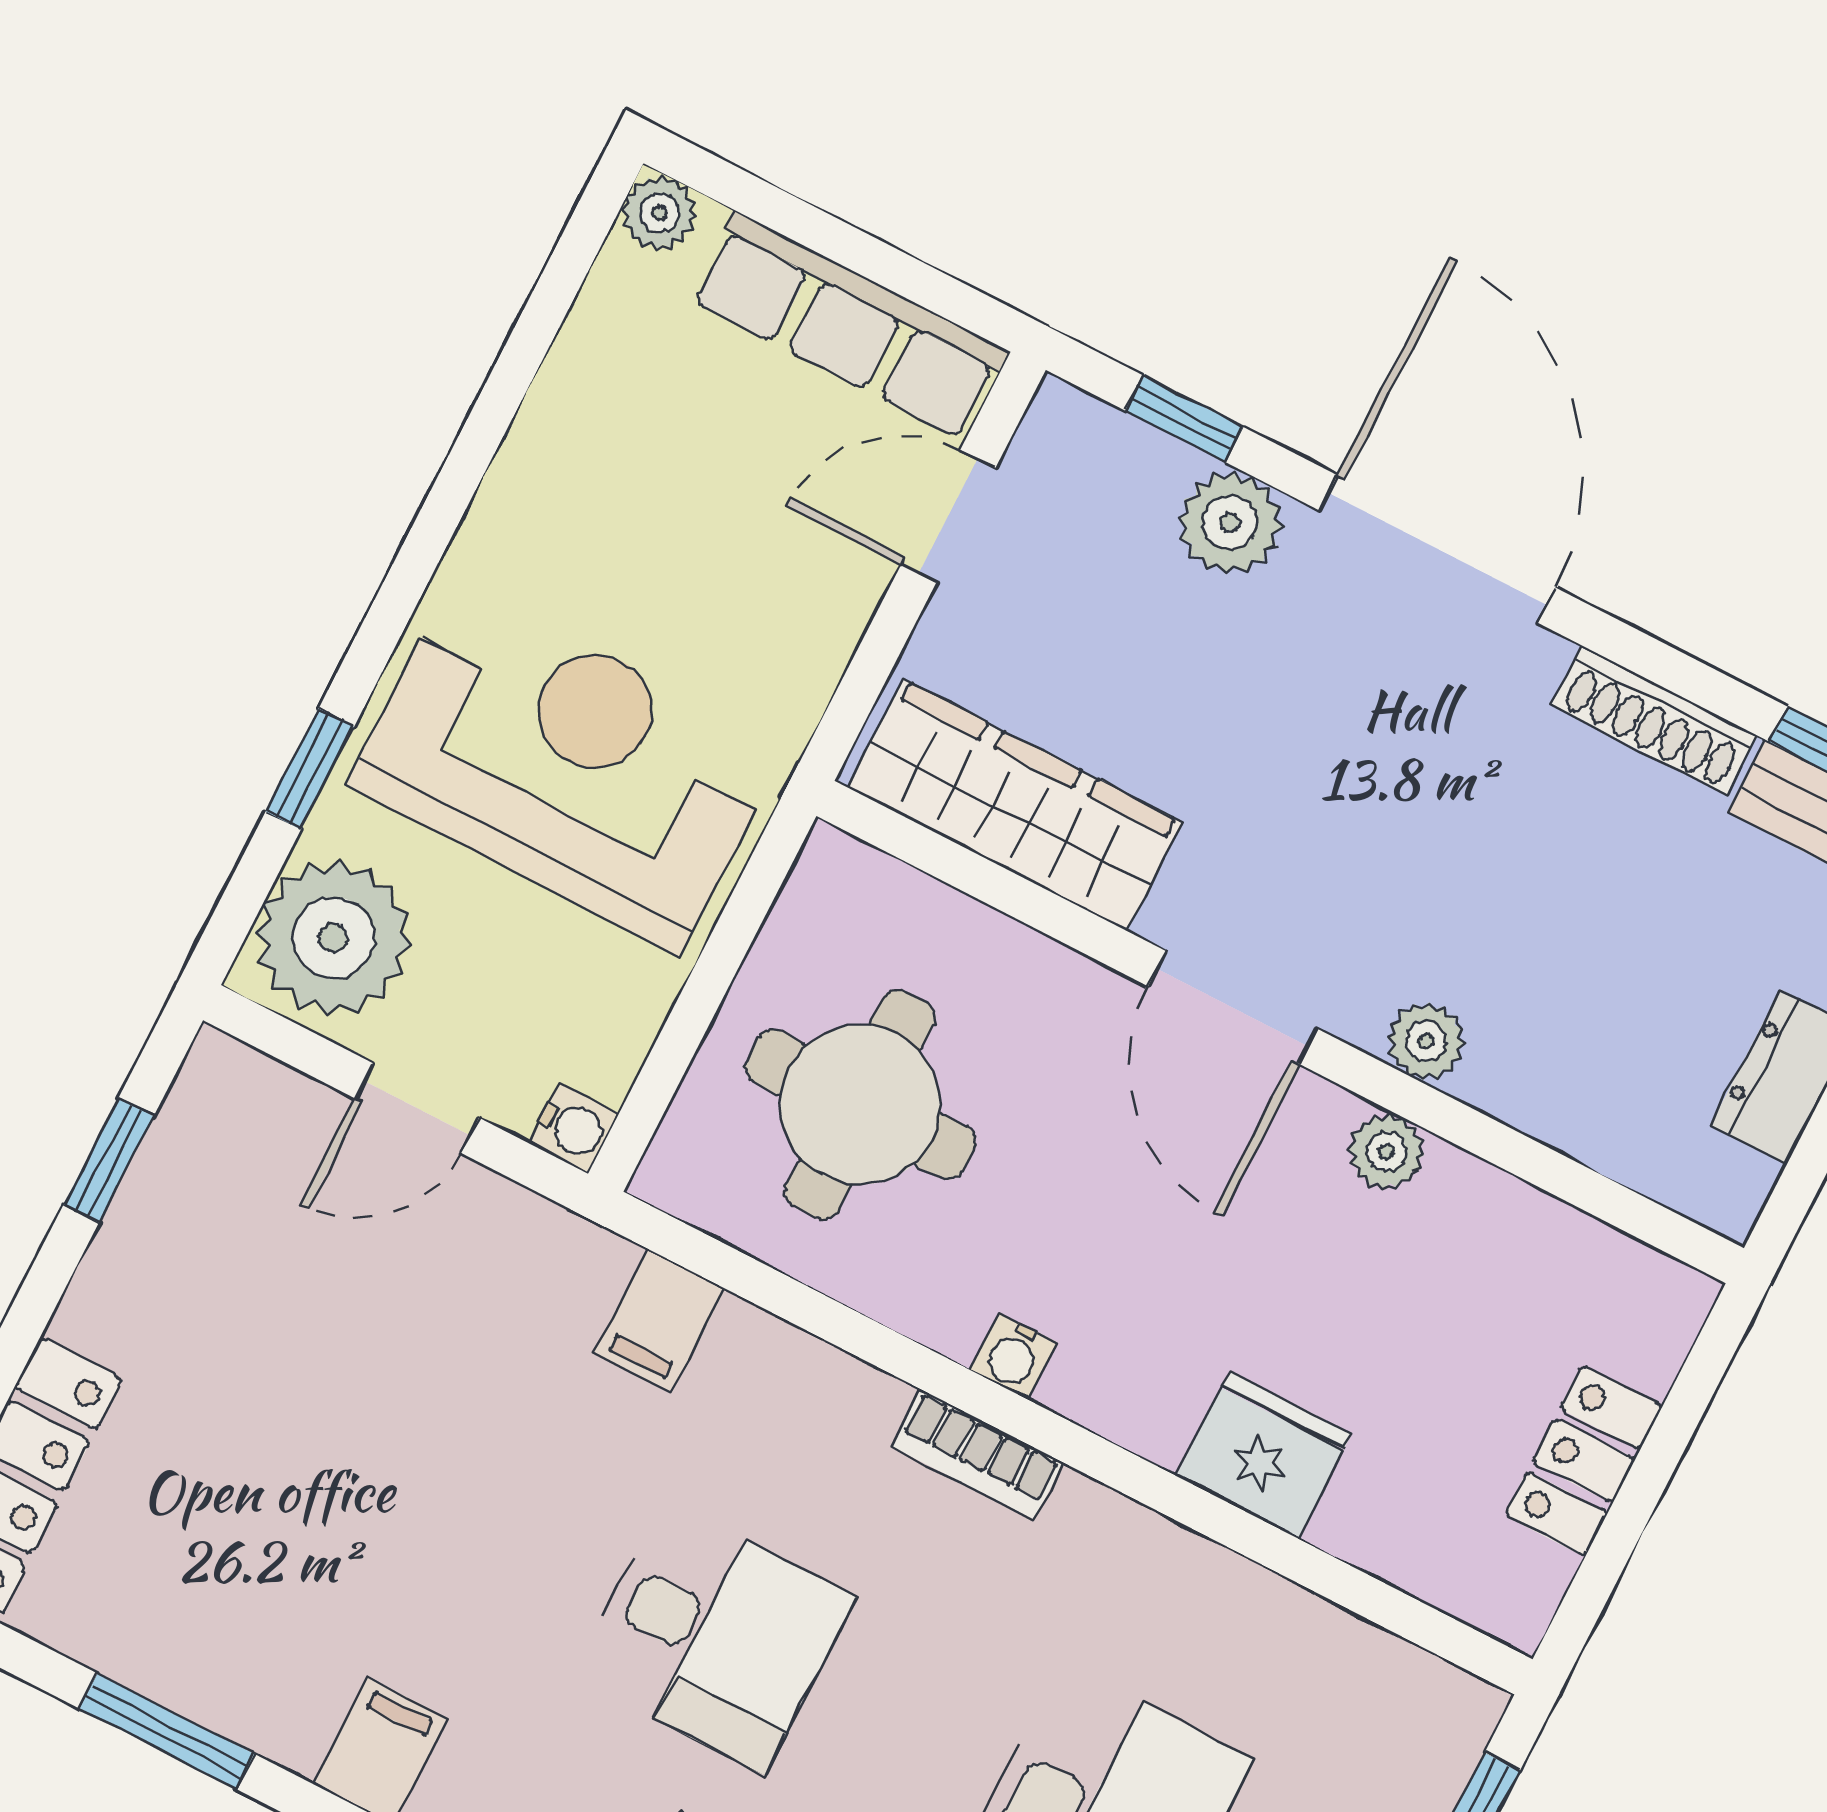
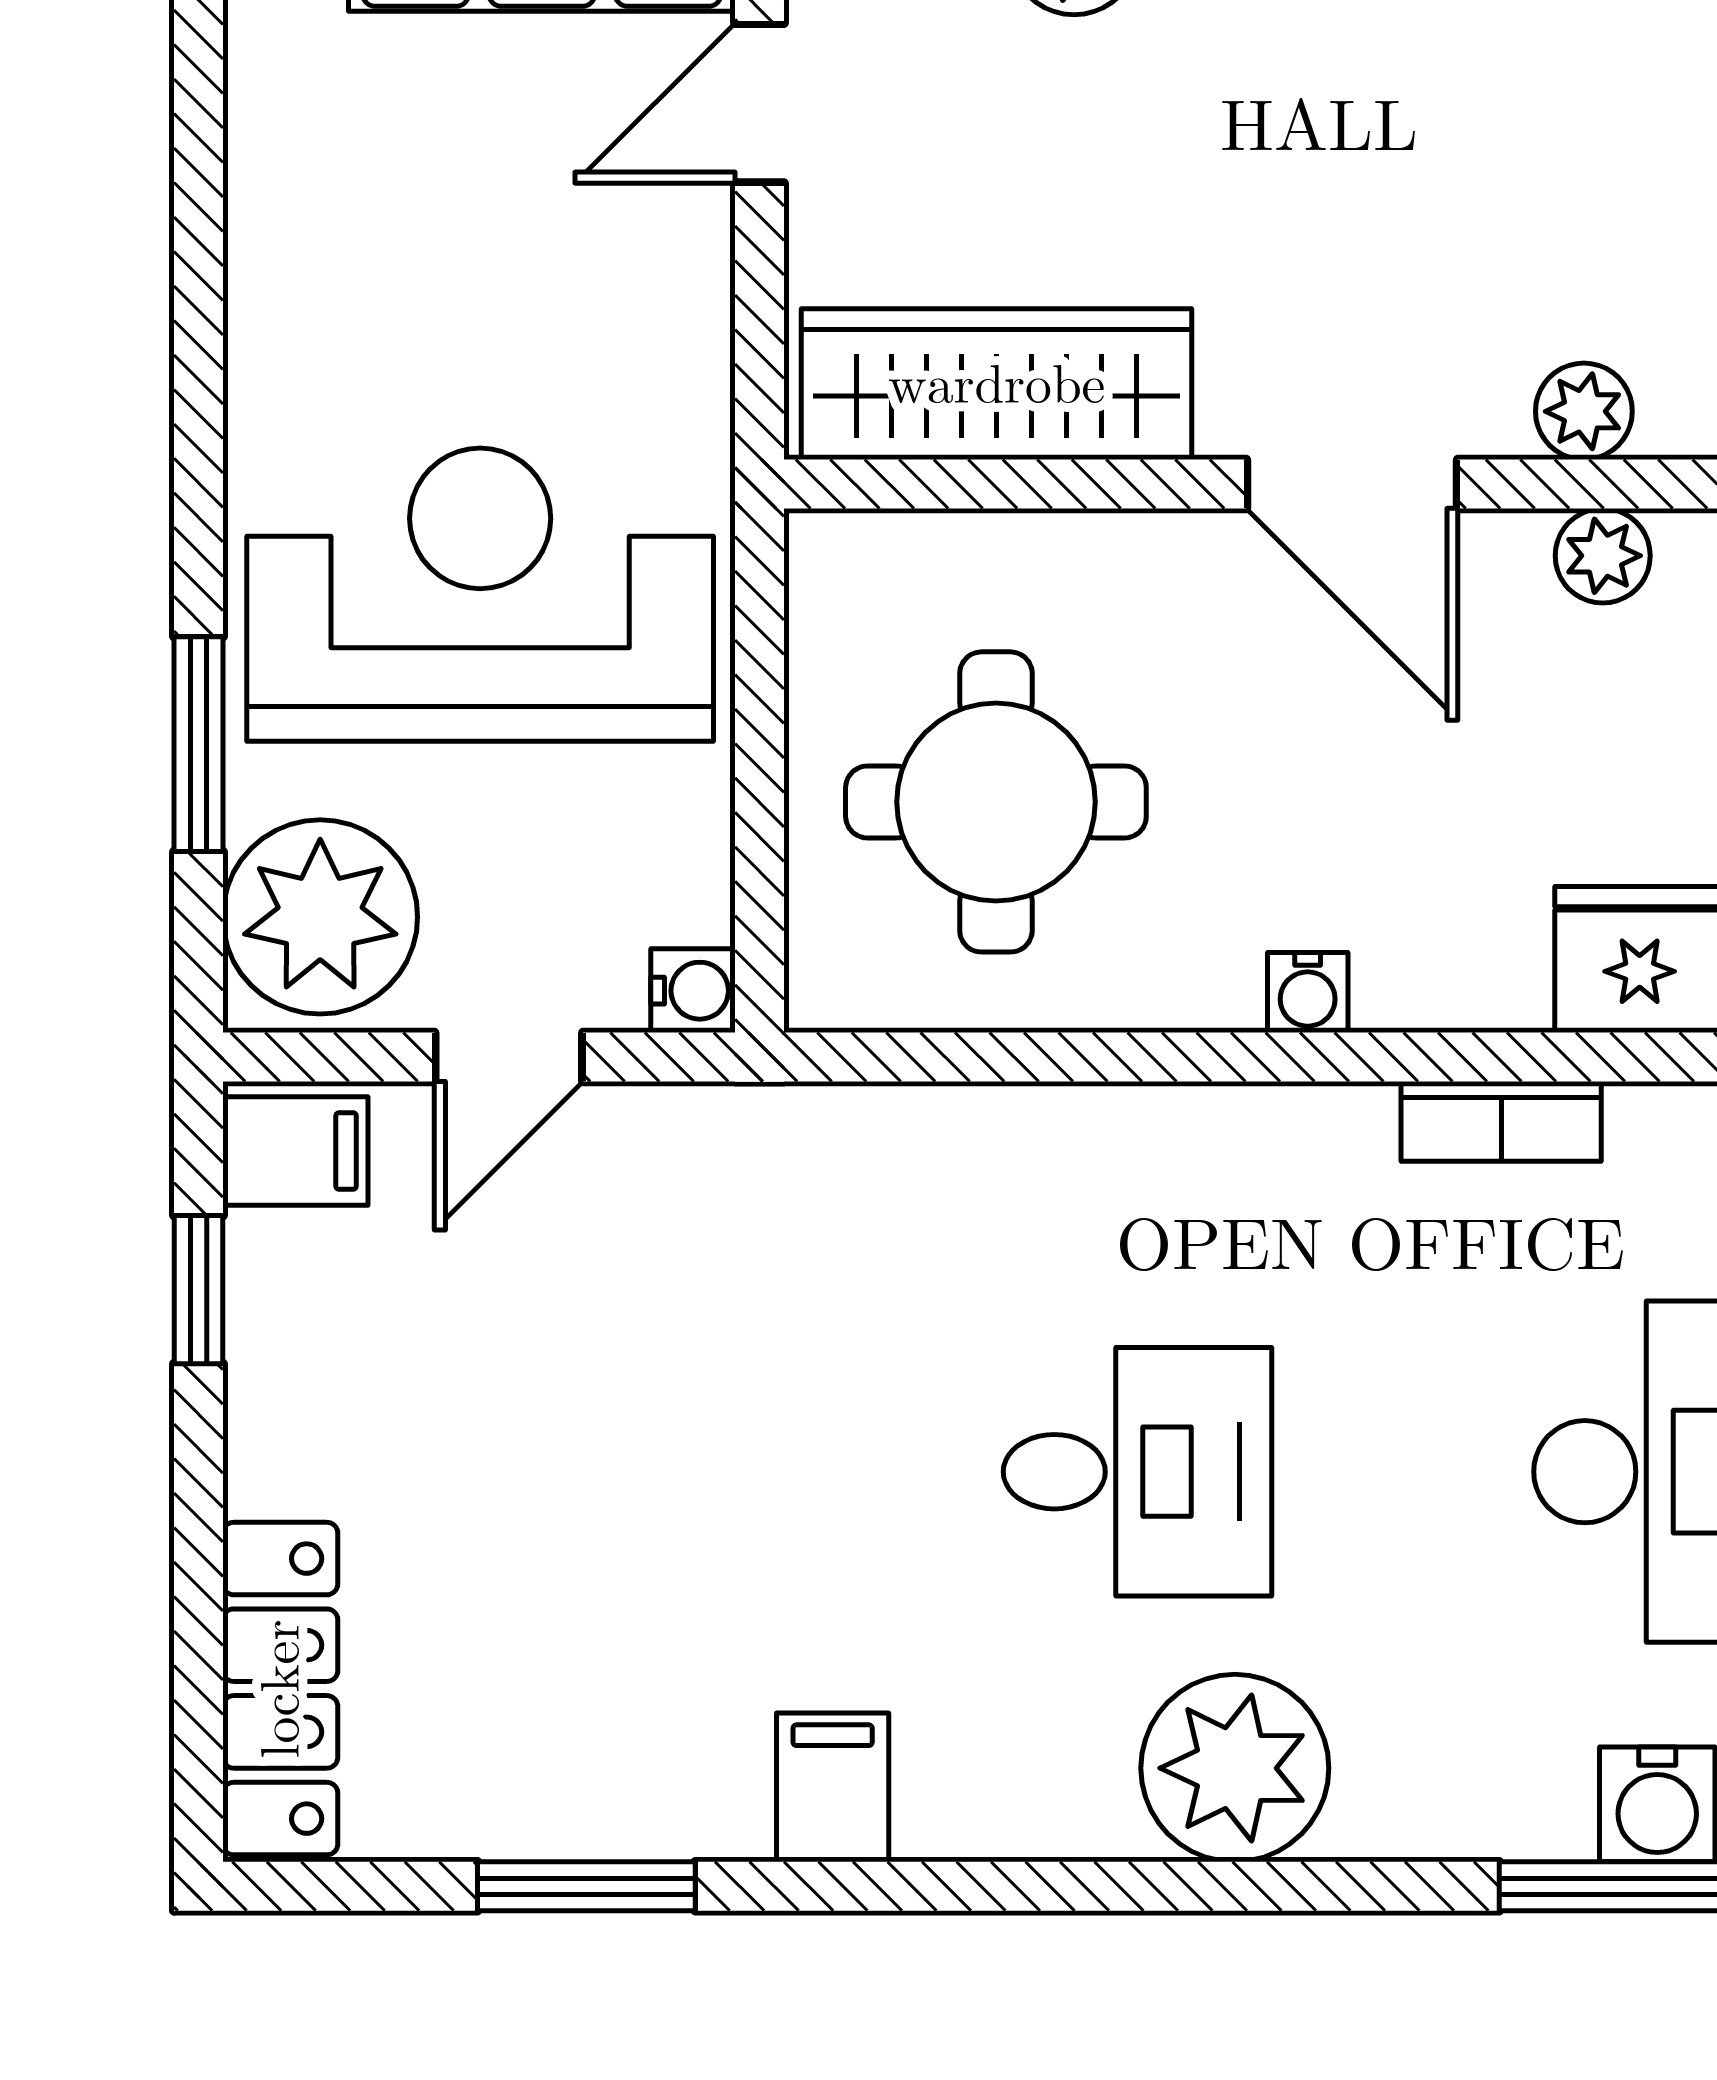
window: (310, 769) -> (198, 744), width x1.50
filing cabinet: (660, 1320) -> (295, 1151), moved, turned -90
bookcase: (977, 1454) -> (1501, 1121), moved

